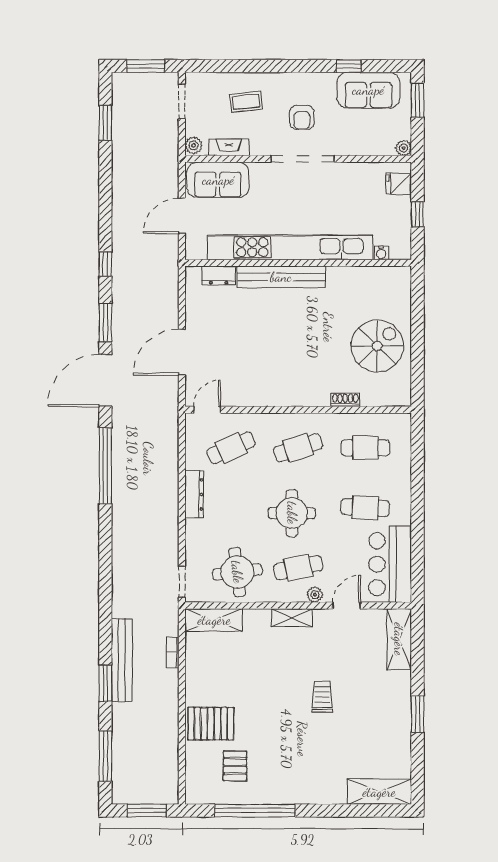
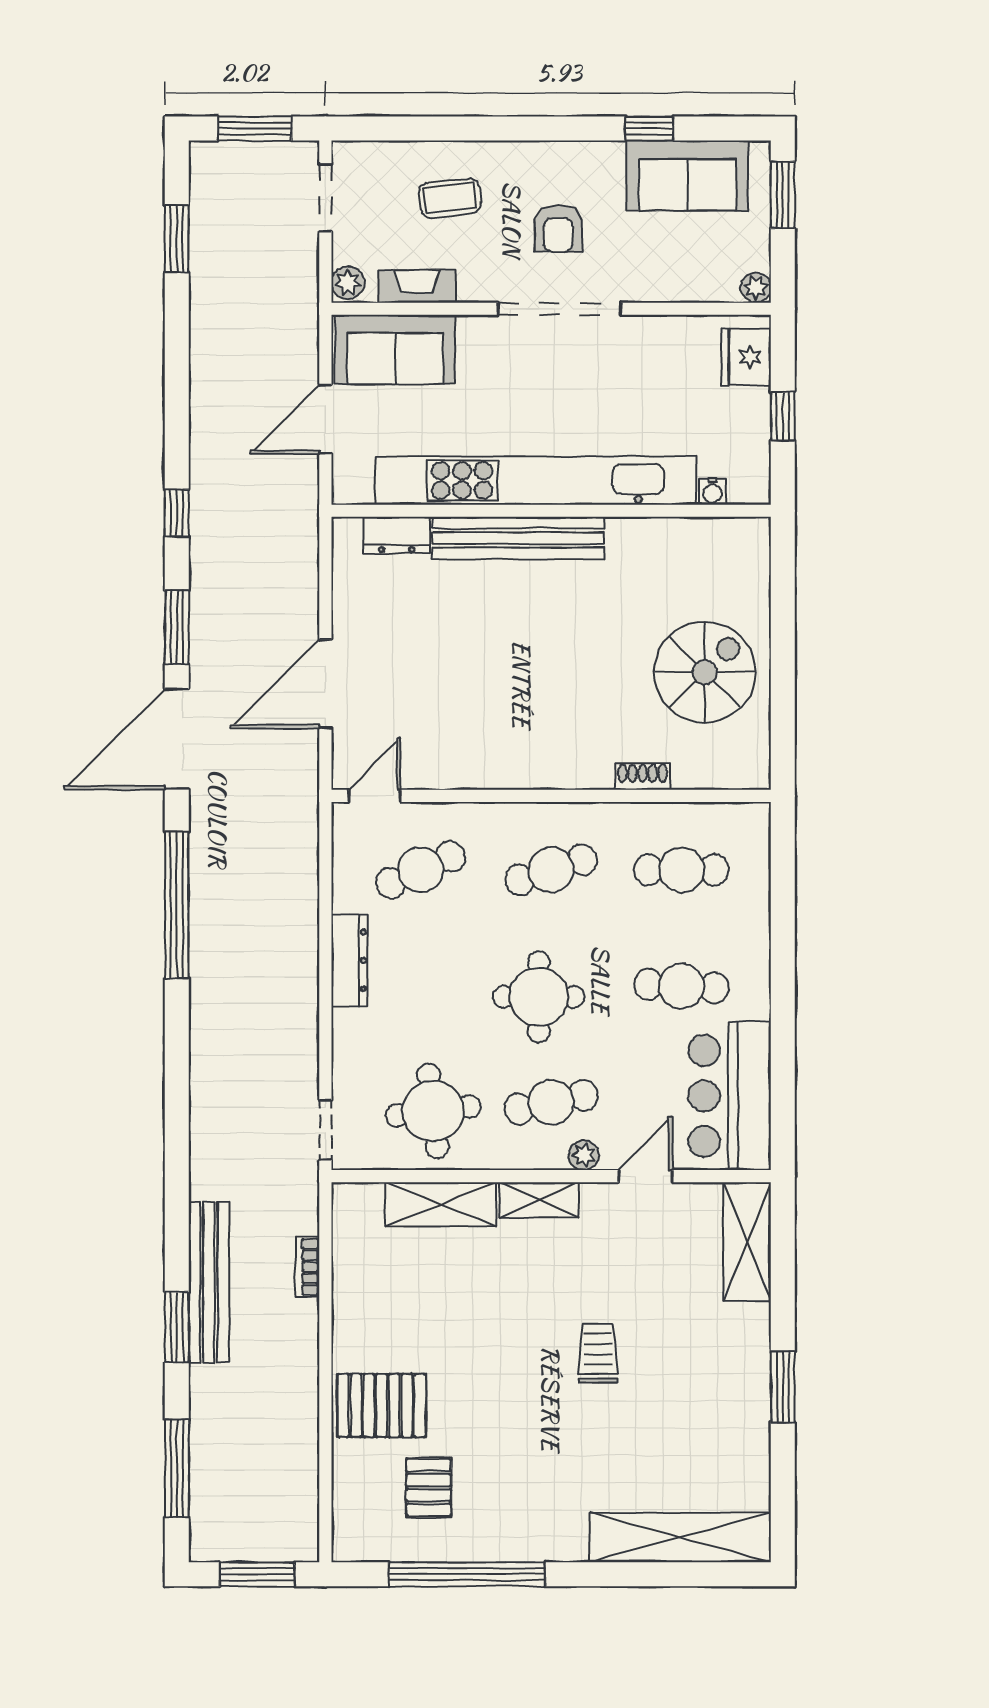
fridge: (399, 184) -> (746, 357), width x1.38
shelving: (214, 620) -> (441, 1204), moved
shelving: (379, 792) -> (680, 1538), width x1.47

